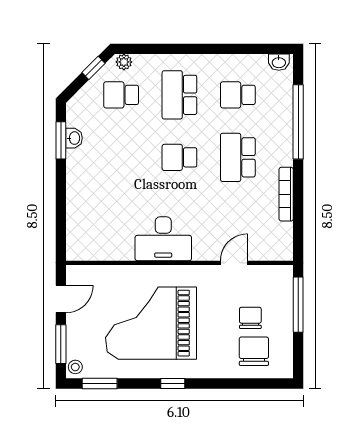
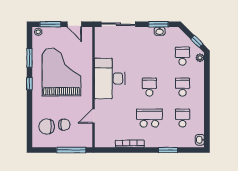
school desk: (179, 95) -> (183, 87), width x0.54
window: (298, 122) -> (168, 150), width x0.47
sliding door: (61, 216) -> (118, 24), added
desk: (163, 239) -> (110, 79), width x1.36, depth x1.30
door: (234, 263) -> (93, 116), swing flipped
chair: (254, 351) -> (47, 127), turned 180
window: (100, 383) -> (29, 58), moved

